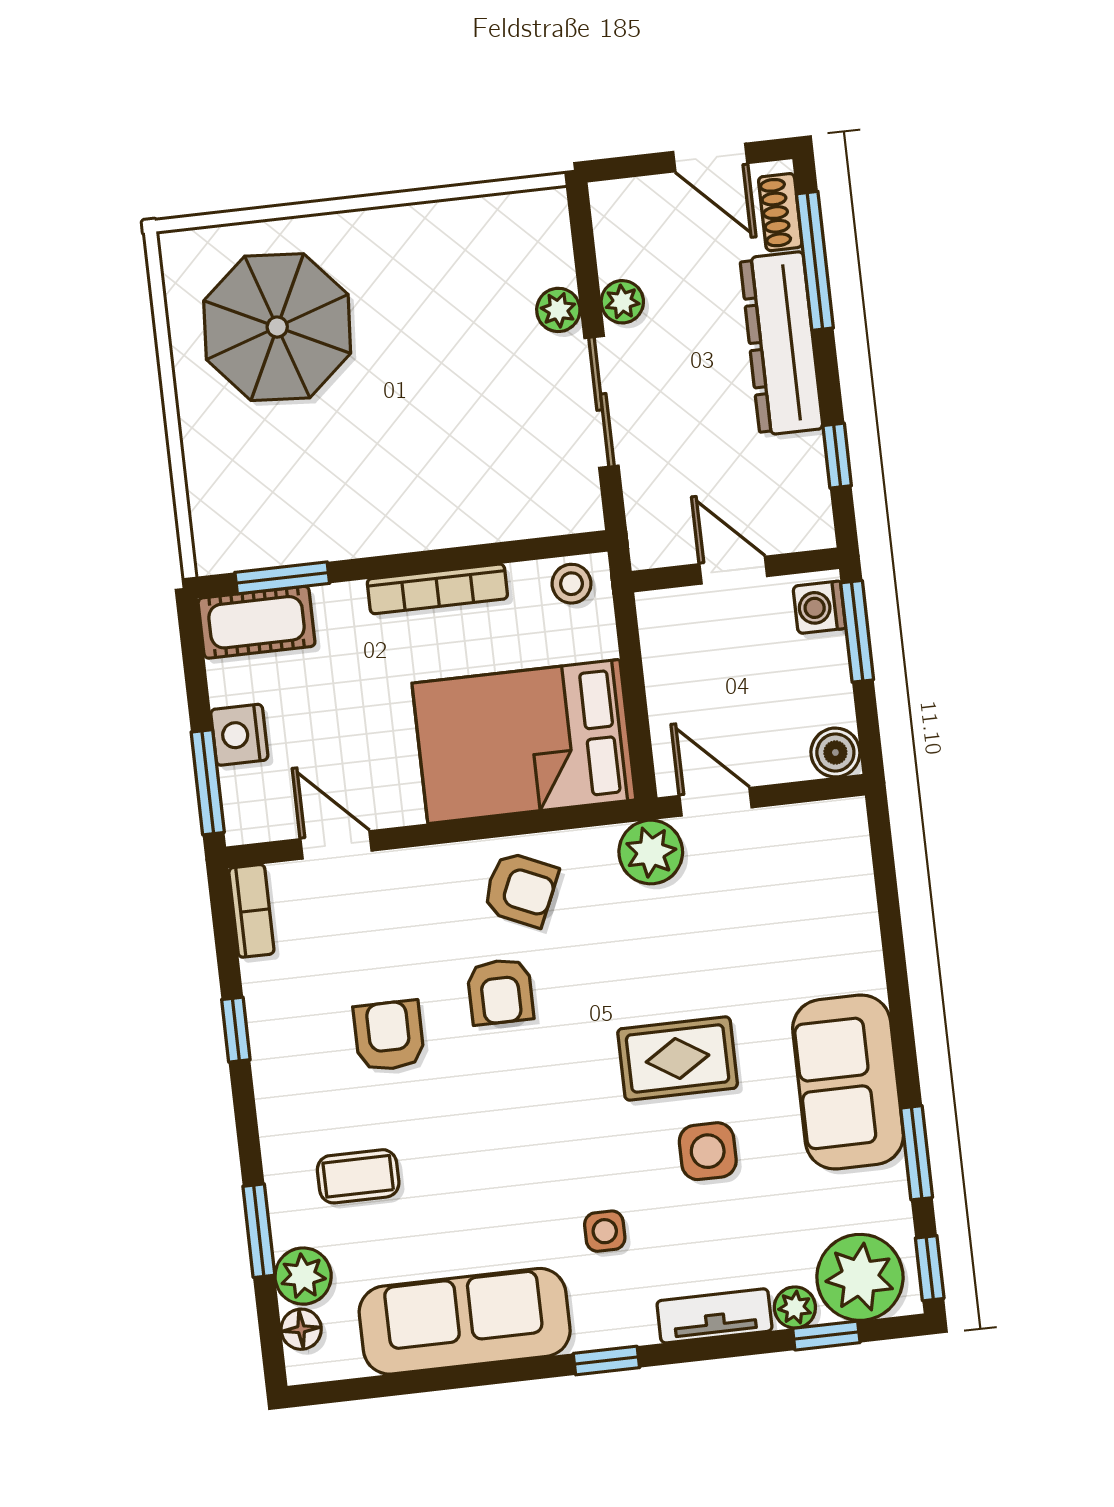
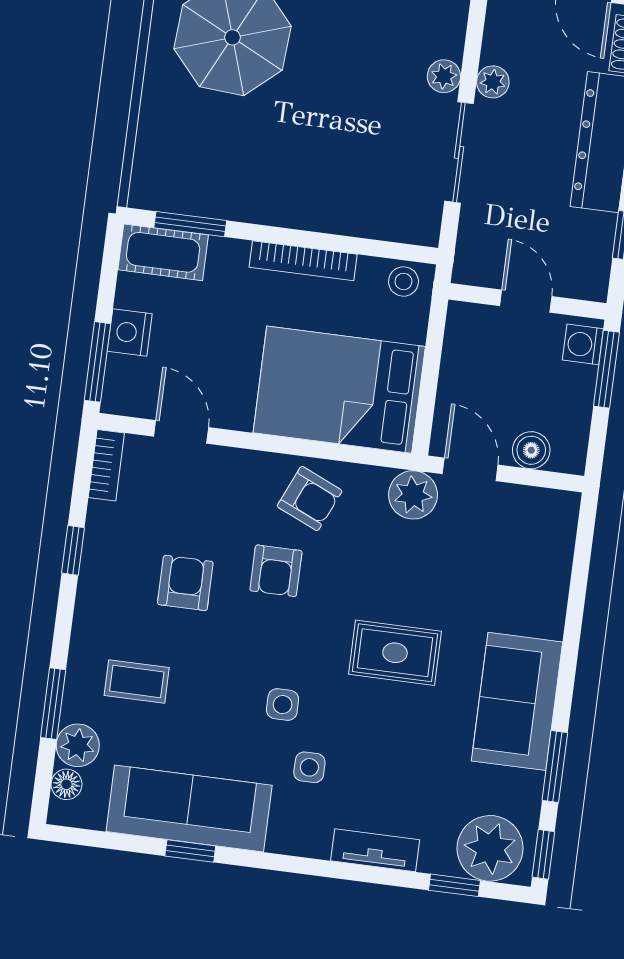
boiler: (835, 753) -> (531, 450), moved
side table: (708, 1151) -> (283, 705), moved, width x0.73, depth x0.73
plant: (795, 1307) -> (436, 859), removed
window: (606, 1361) -> (190, 851), moved

